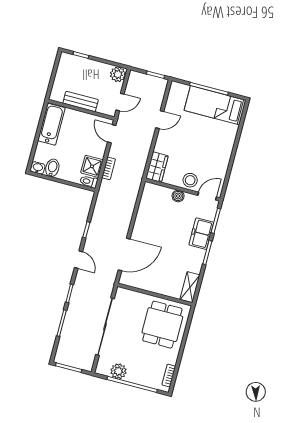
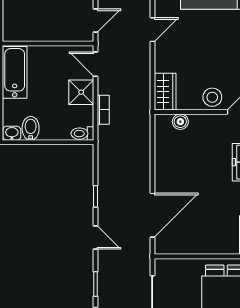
bench: (81, 101) -> (44, 33), removed
shower: (92, 166) -> (81, 92), moved
boiler: (178, 196) -> (180, 122), moved

